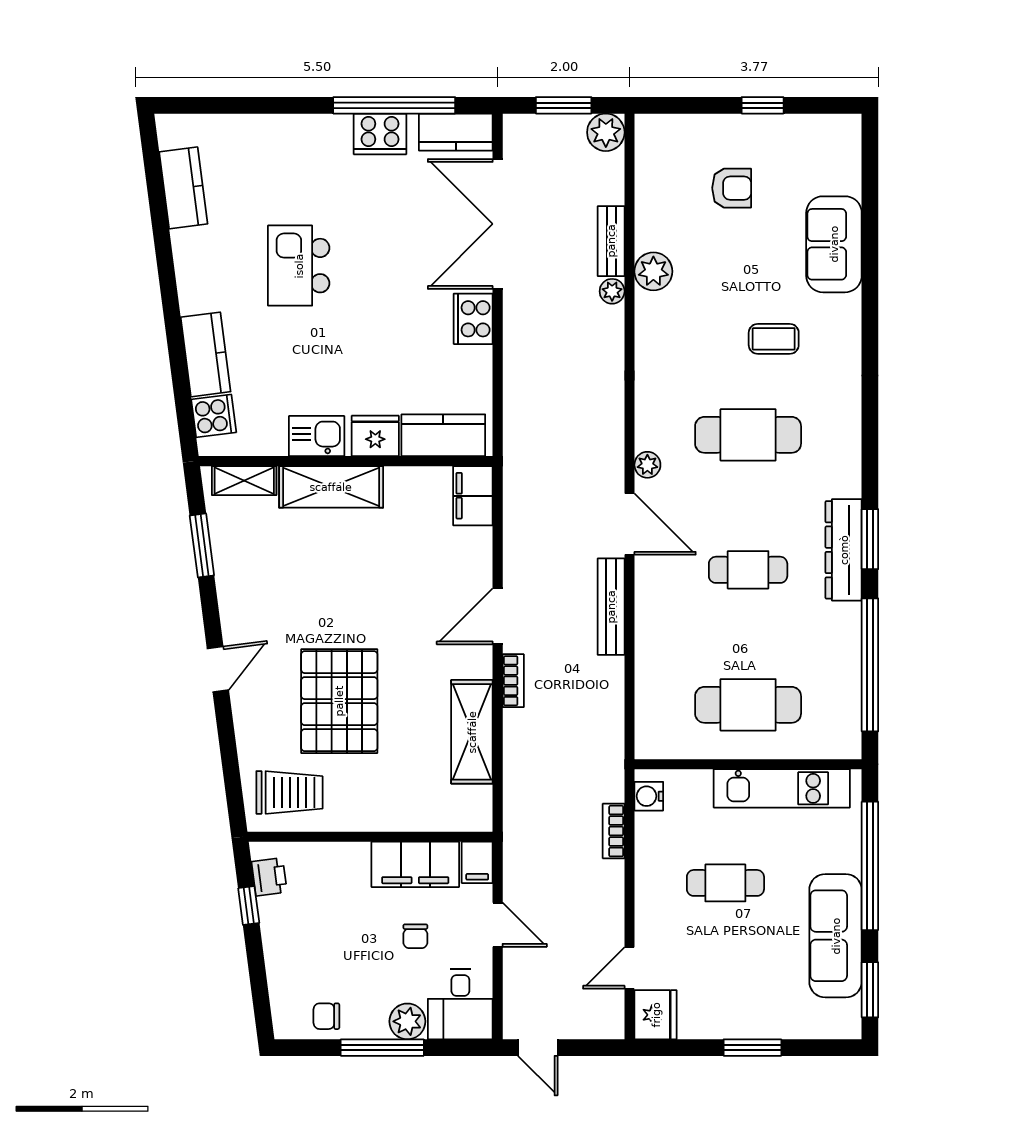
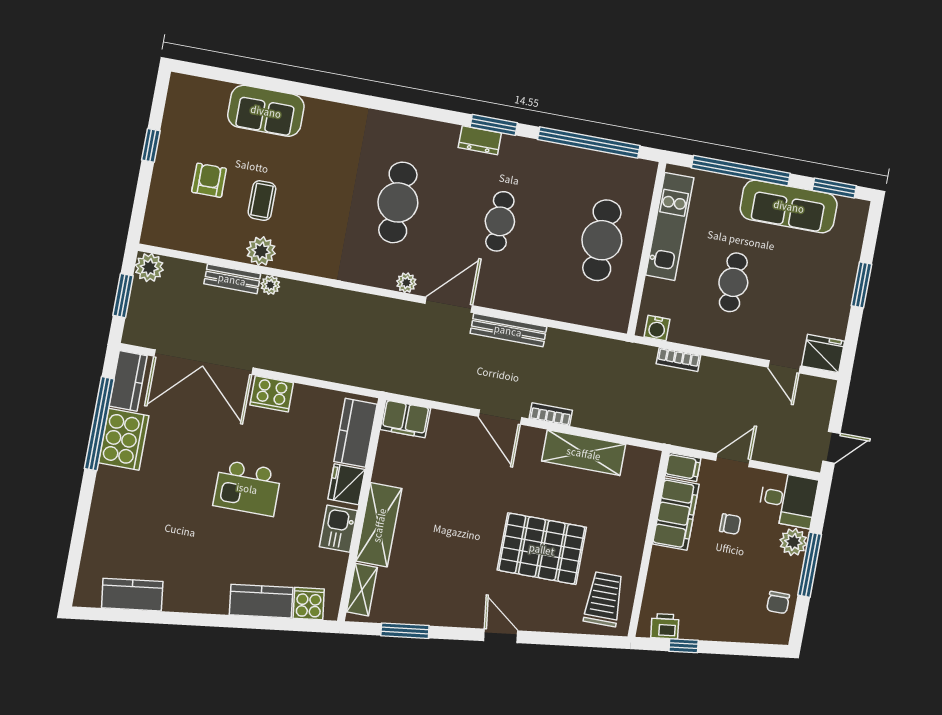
cooker: (380, 134) -> (124, 439), width x1.37, depth x1.31
kitchen island: (299, 266) -> (247, 488), moved
coffee table: (774, 339) -> (262, 201), moved
dresser: (844, 550) -> (480, 140), width x0.51, depth x0.80

